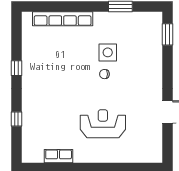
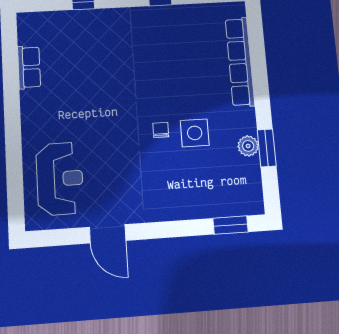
plant: (118, 19) -> (248, 146), added
reception desk: (103, 124) -> (60, 179), moved

